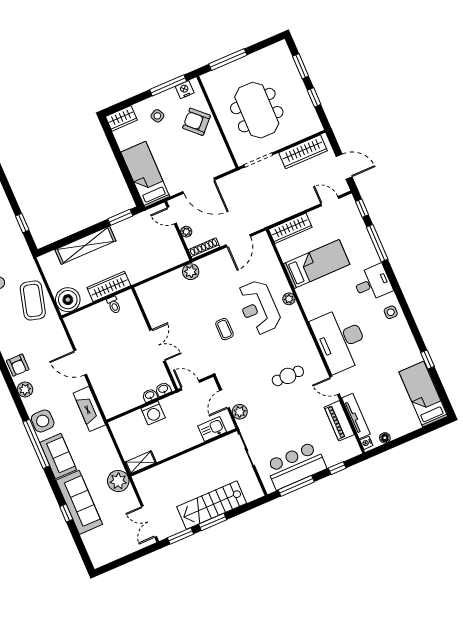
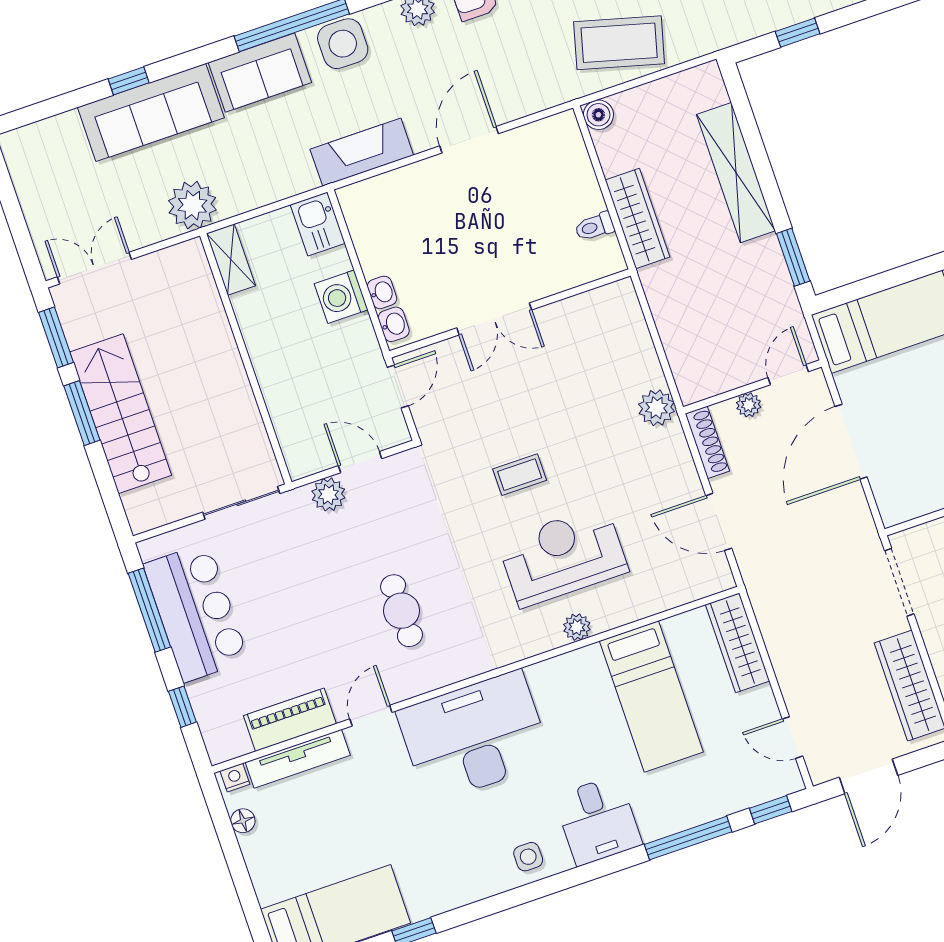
door: (330, 201) -> (792, 738), swing flipped
boiler: (68, 300) -> (598, 115), width x0.54, depth x0.54
kitchen sink: (212, 429) -> (318, 224), moved, turned 180

